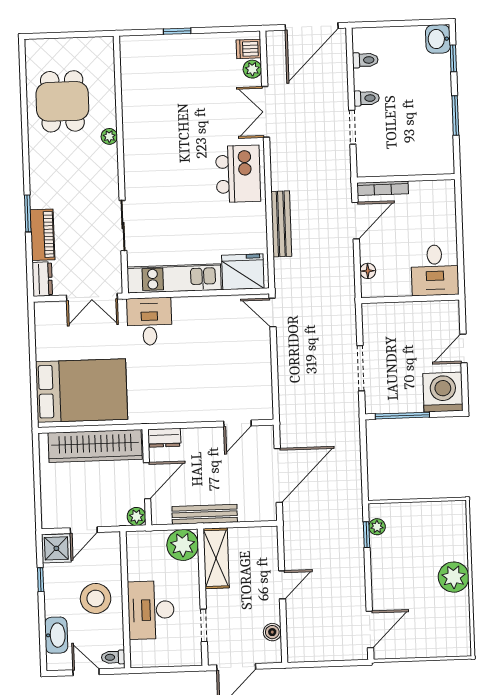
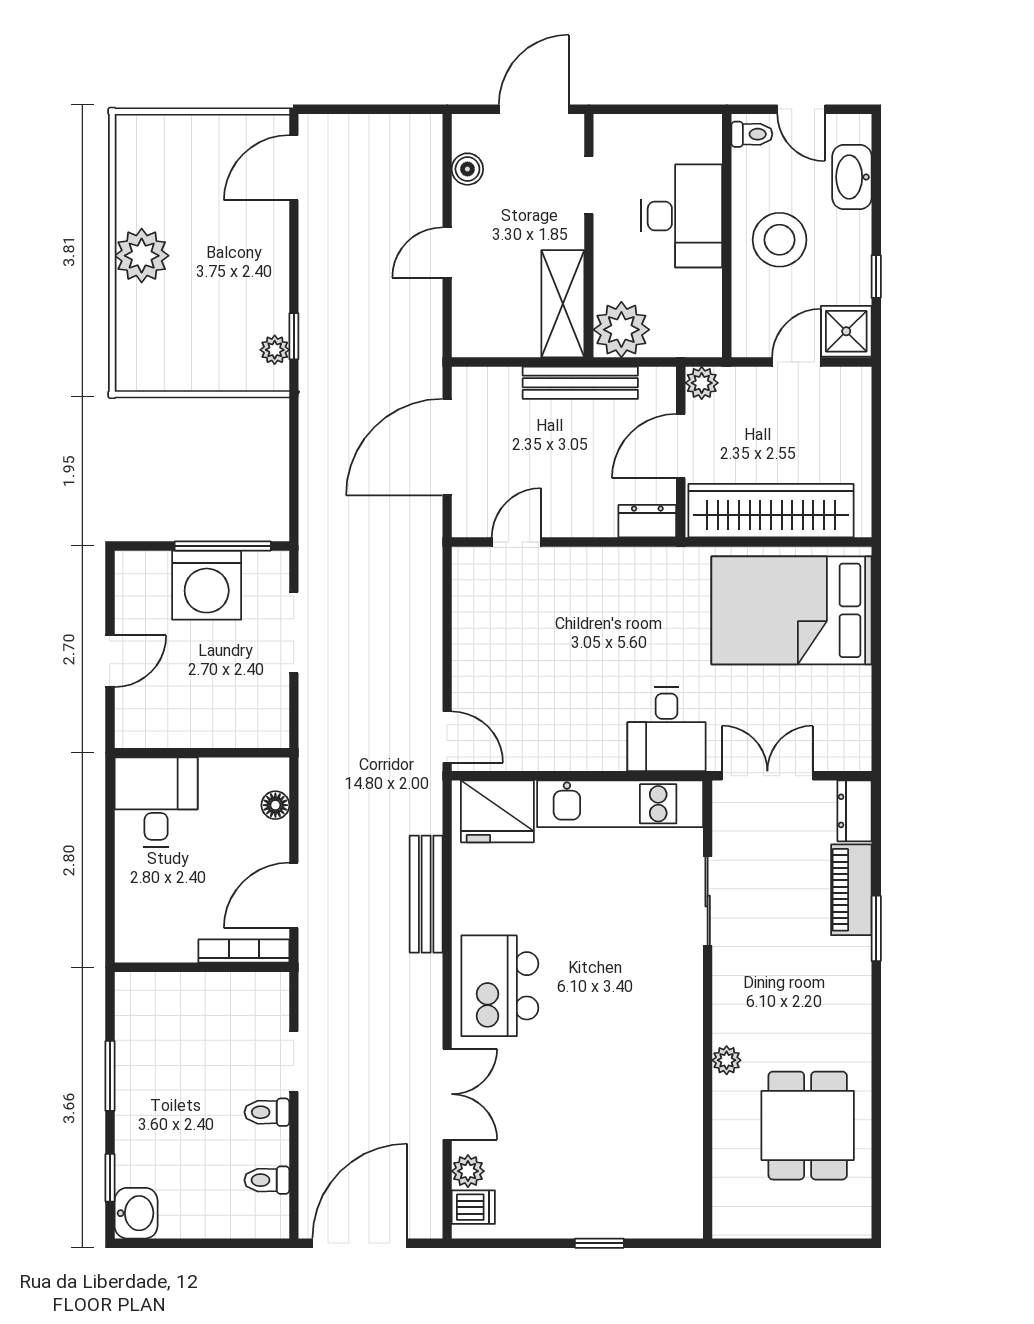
washing machine: (443, 392) -> (207, 585), moved

